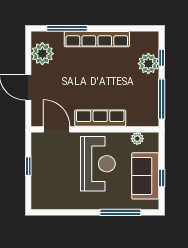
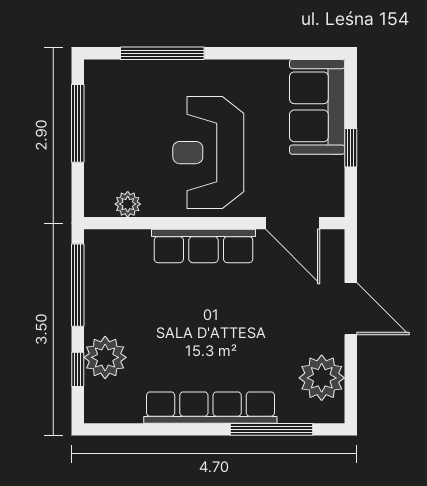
sofa: (145, 176) -> (317, 107), moved, turned 180
window: (162, 178) -> (78, 123), width x2.17

